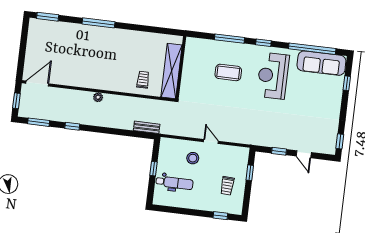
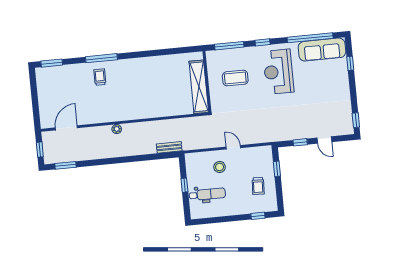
wall: (181, 68) -> (207, 82), moved
shelving: (172, 71) -> (199, 87), moved
trolley: (143, 80) -> (100, 77), moved
door: (37, 84) -> (66, 128), moved
window: (72, 126) -> (98, 162), removed

